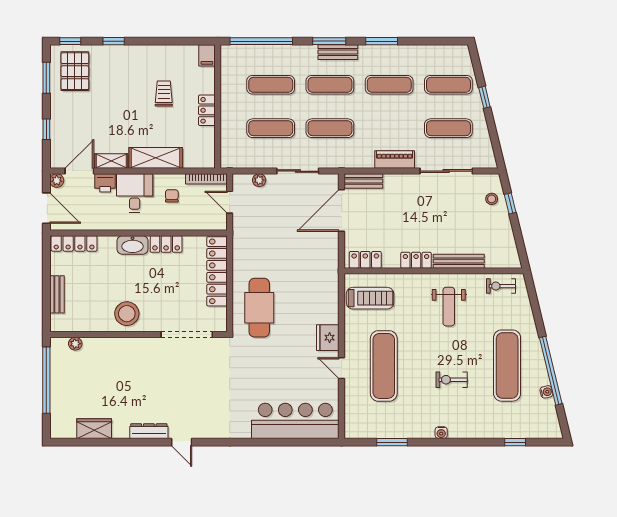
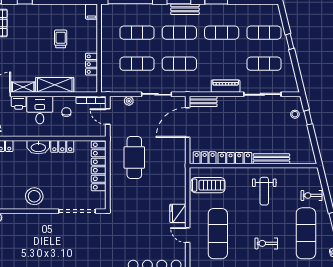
locker: (207, 110) -> (91, 64), moved
locker: (416, 260) -> (235, 158), width x1.53
exercise bike: (501, 286) -> (312, 195), moved
cafe table: (259, 308) -> (134, 157), moved

